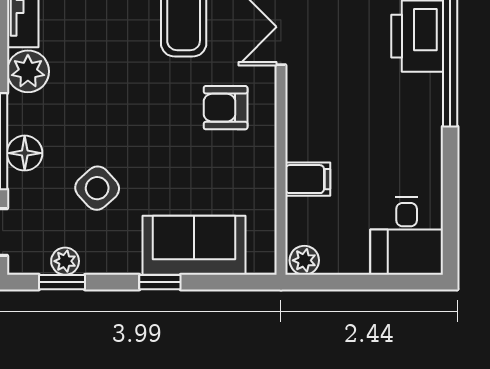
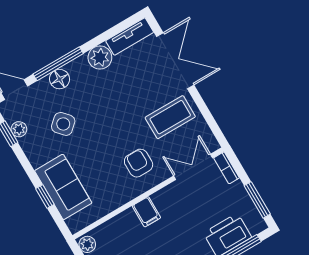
filing cabinet: (308, 179) -> (146, 212), moved
window: (160, 282) -> (45, 196), moved

